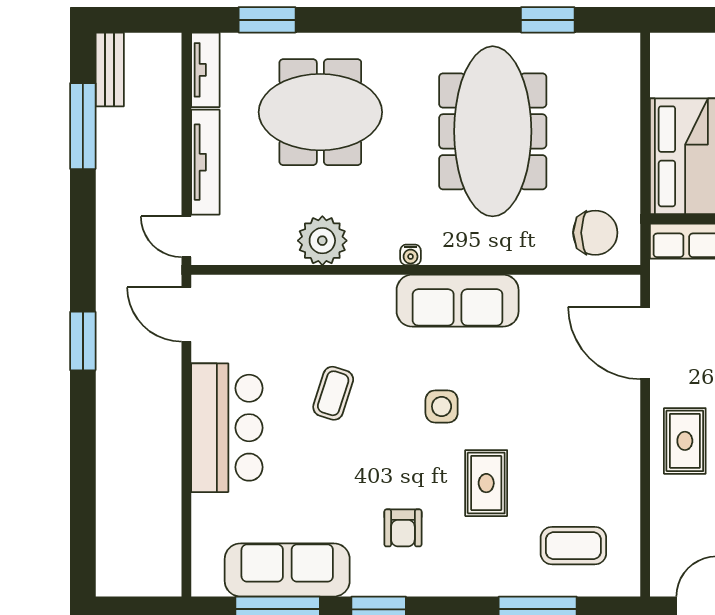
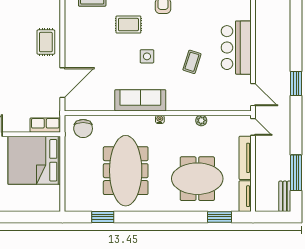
chair: (595, 233) -> (83, 129), turned -90
plant: (322, 241) -> (201, 120), width x0.53, depth x0.53
door: (645, 343) -> (62, 83), hinge flipped
rug: (486, 483) -> (128, 25), turned 90

